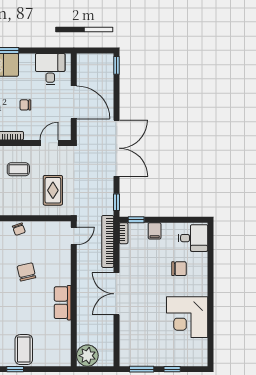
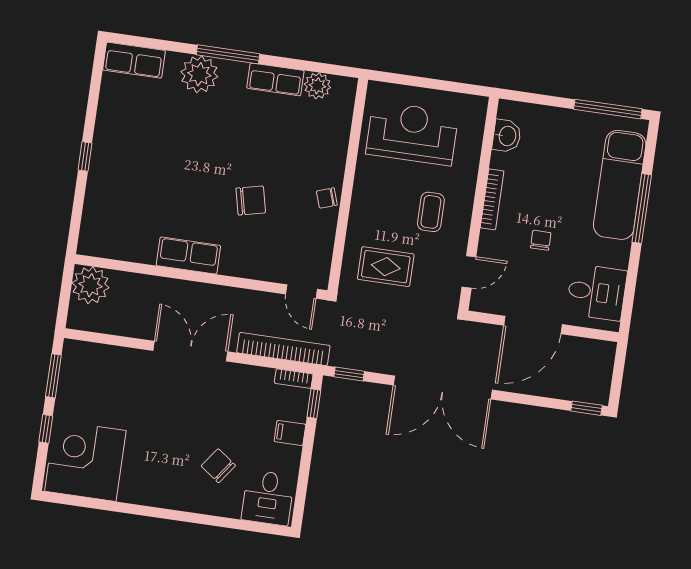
door: (49, 143) -> (469, 272), hinge flipped
chair: (179, 269) -> (218, 466), turned 126
corner desk: (187, 317) -> (85, 461), moved
coffee table: (24, 350) -> (117, 176), removed

